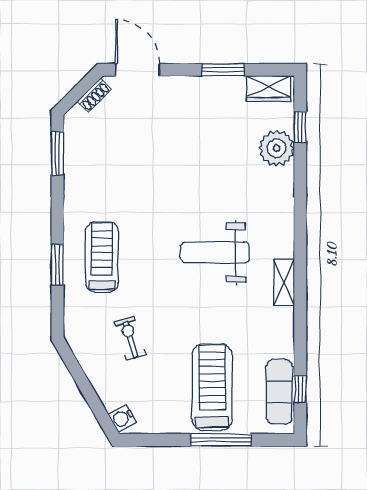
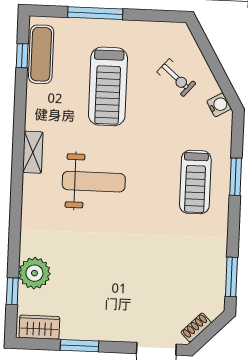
exercise bike: (130, 338) -> (176, 78), moved, turned -32
treadmill: (212, 387) -> (108, 86), moved
water cooler: (122, 418) -> (219, 105), moved

